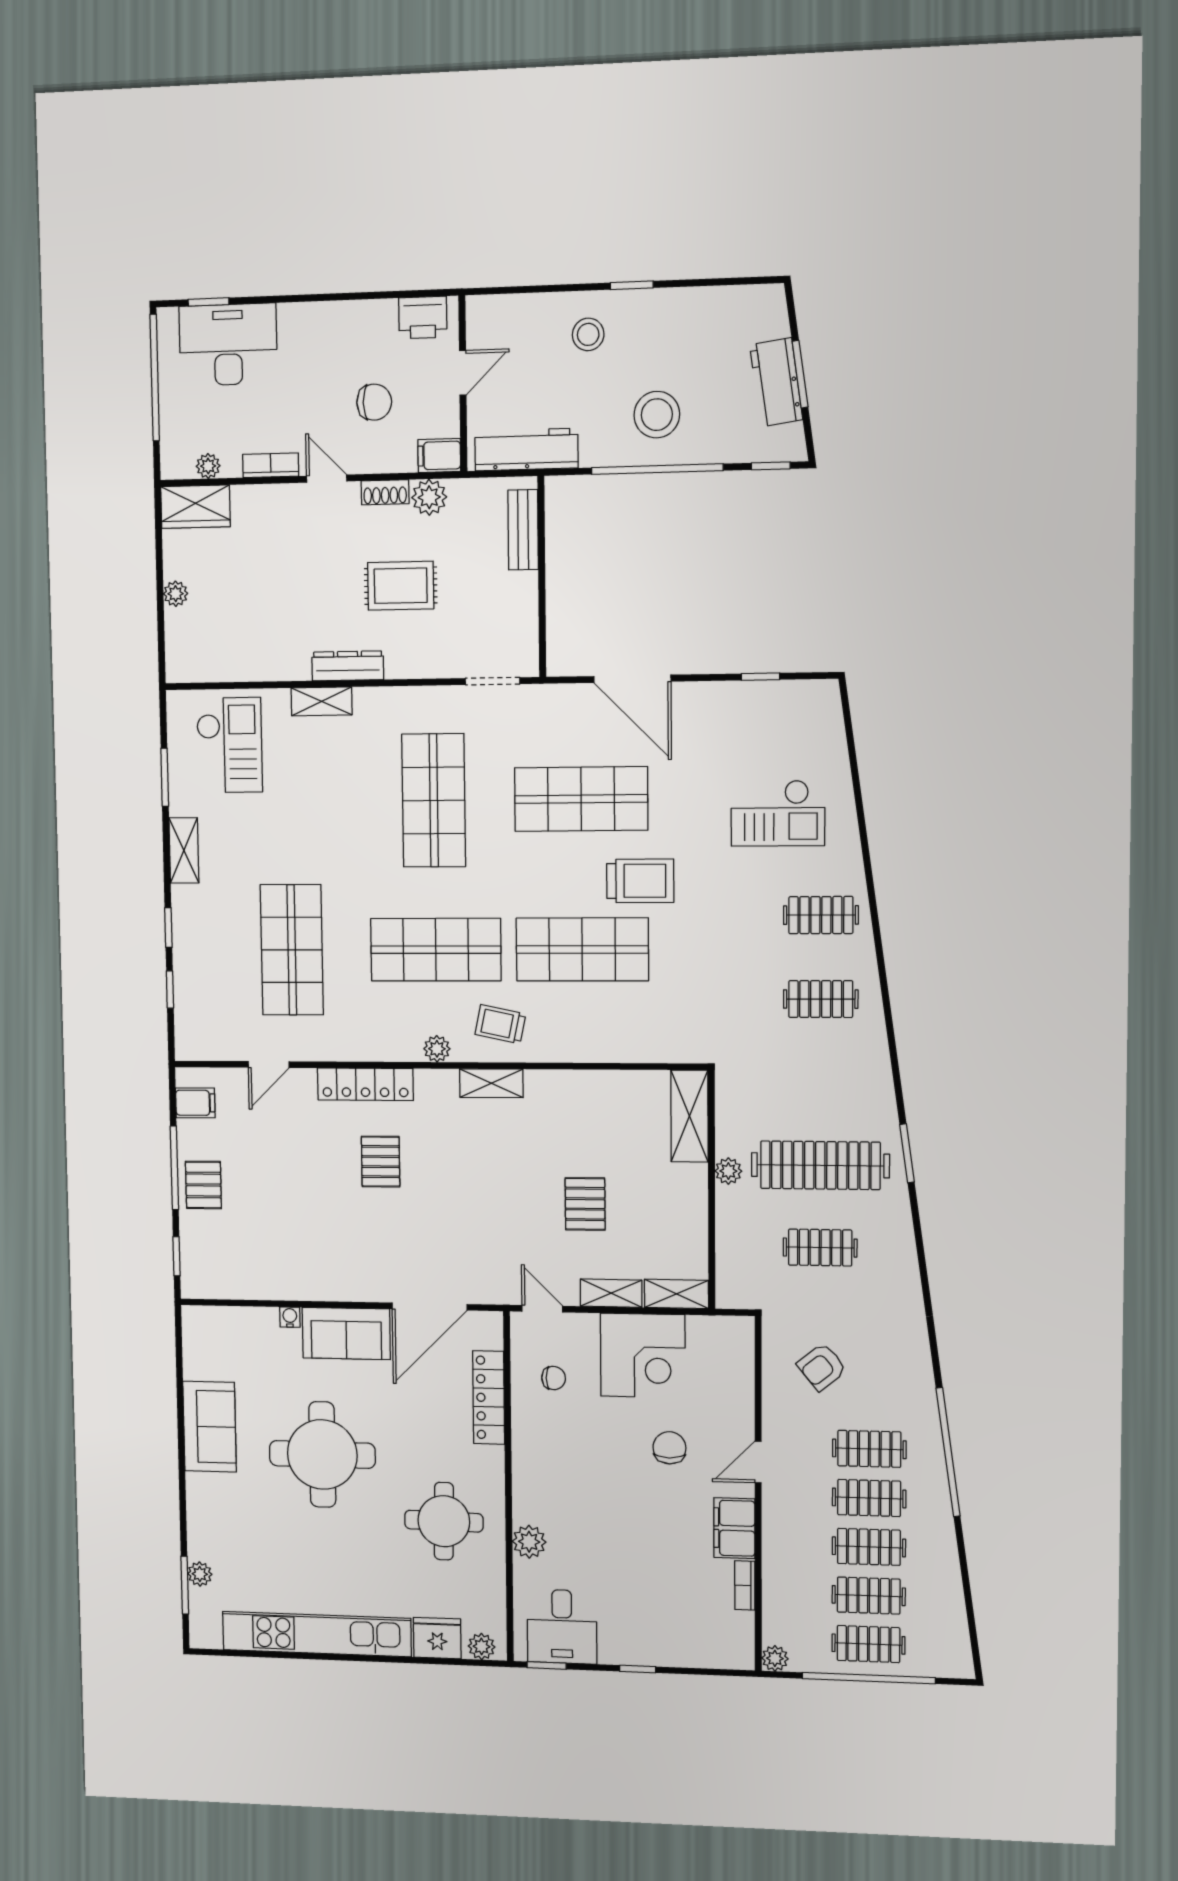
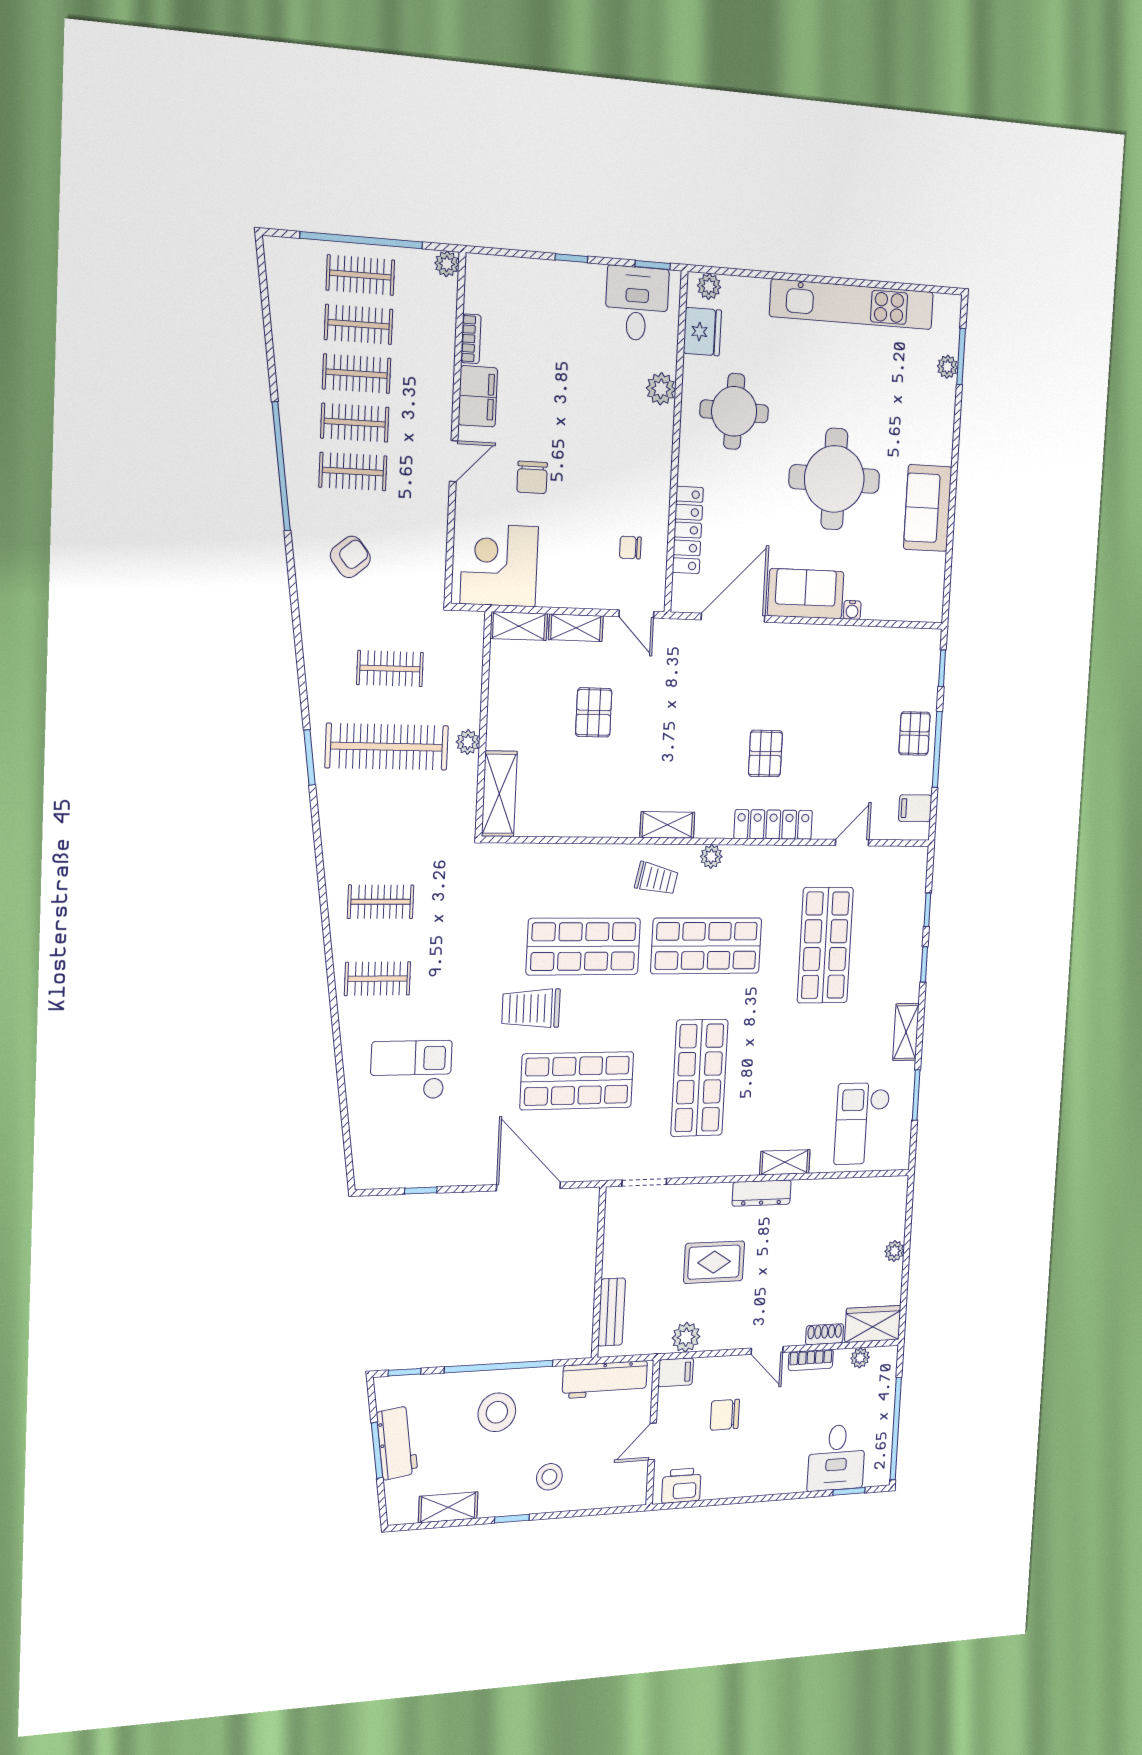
shelving: (711, 302) -> (448, 1507), added
desk: (228, 345) -> (836, 1457), width x0.73
shoe rack: (385, 492) -> (825, 1334), moved
corner desk: (643, 1355) -> (499, 565), moved
armchair: (822, 1367) -> (350, 557), moved
fridge: (437, 1638) -> (702, 332), moved, turned -90

